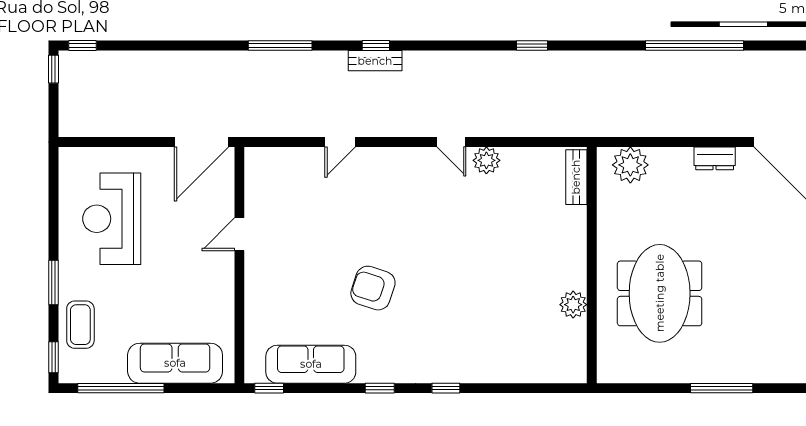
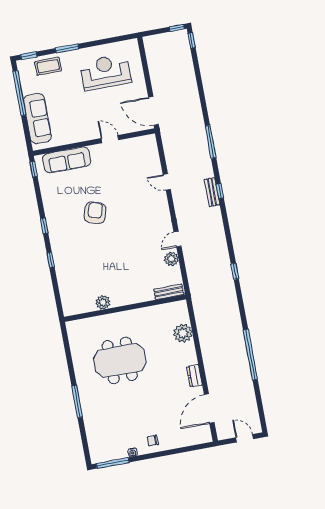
bench: (576, 177) -> (169, 292), moved
wall: (592, 265) -> (125, 308), moved
plant: (573, 305) -> (103, 302), moved
sofa: (311, 364) -> (67, 160), moved, turned 90

